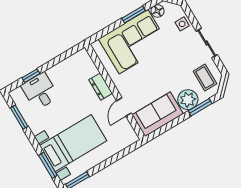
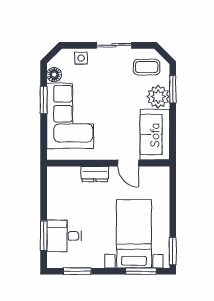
window: (31, 76) -> (44, 236), width x1.50

